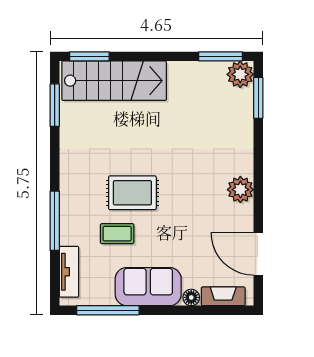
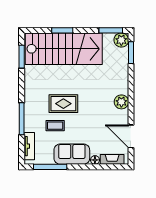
window: (89, 56) -> (62, 30), moved
stairs: (114, 81) -> (64, 49), width x1.36, depth x1.51

